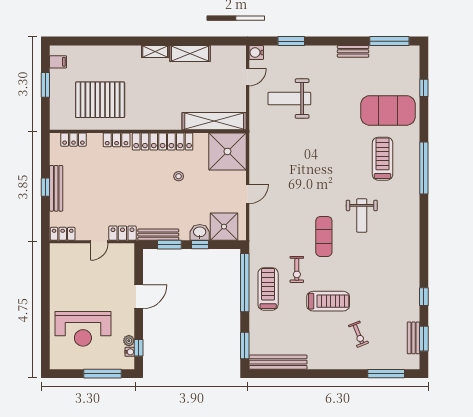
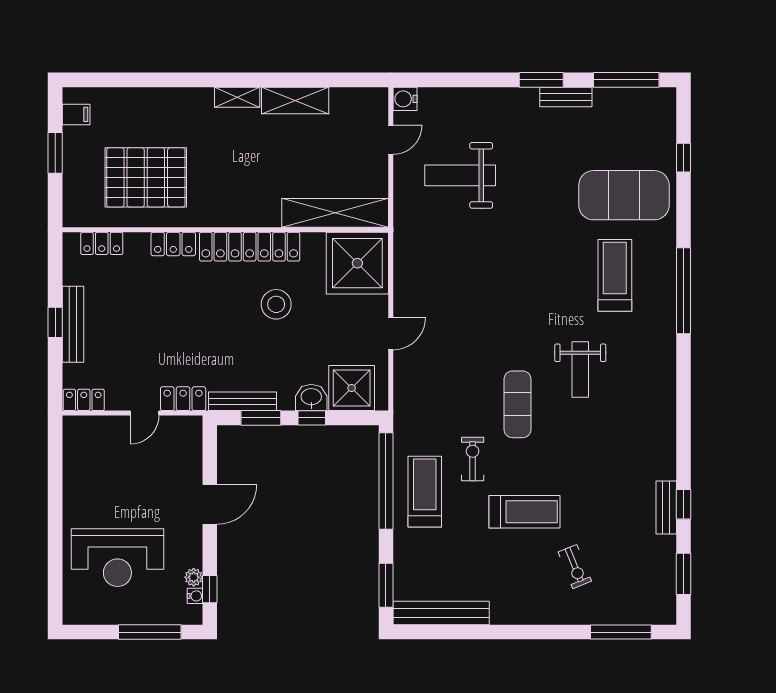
window: (291, 41) -> (541, 80), moved
stool: (179, 176) -> (276, 304), width x1.89, depth x1.89
exercise bike: (297, 269) -> (473, 459), turned 180
bench: (413, 338) -> (666, 508), moved

